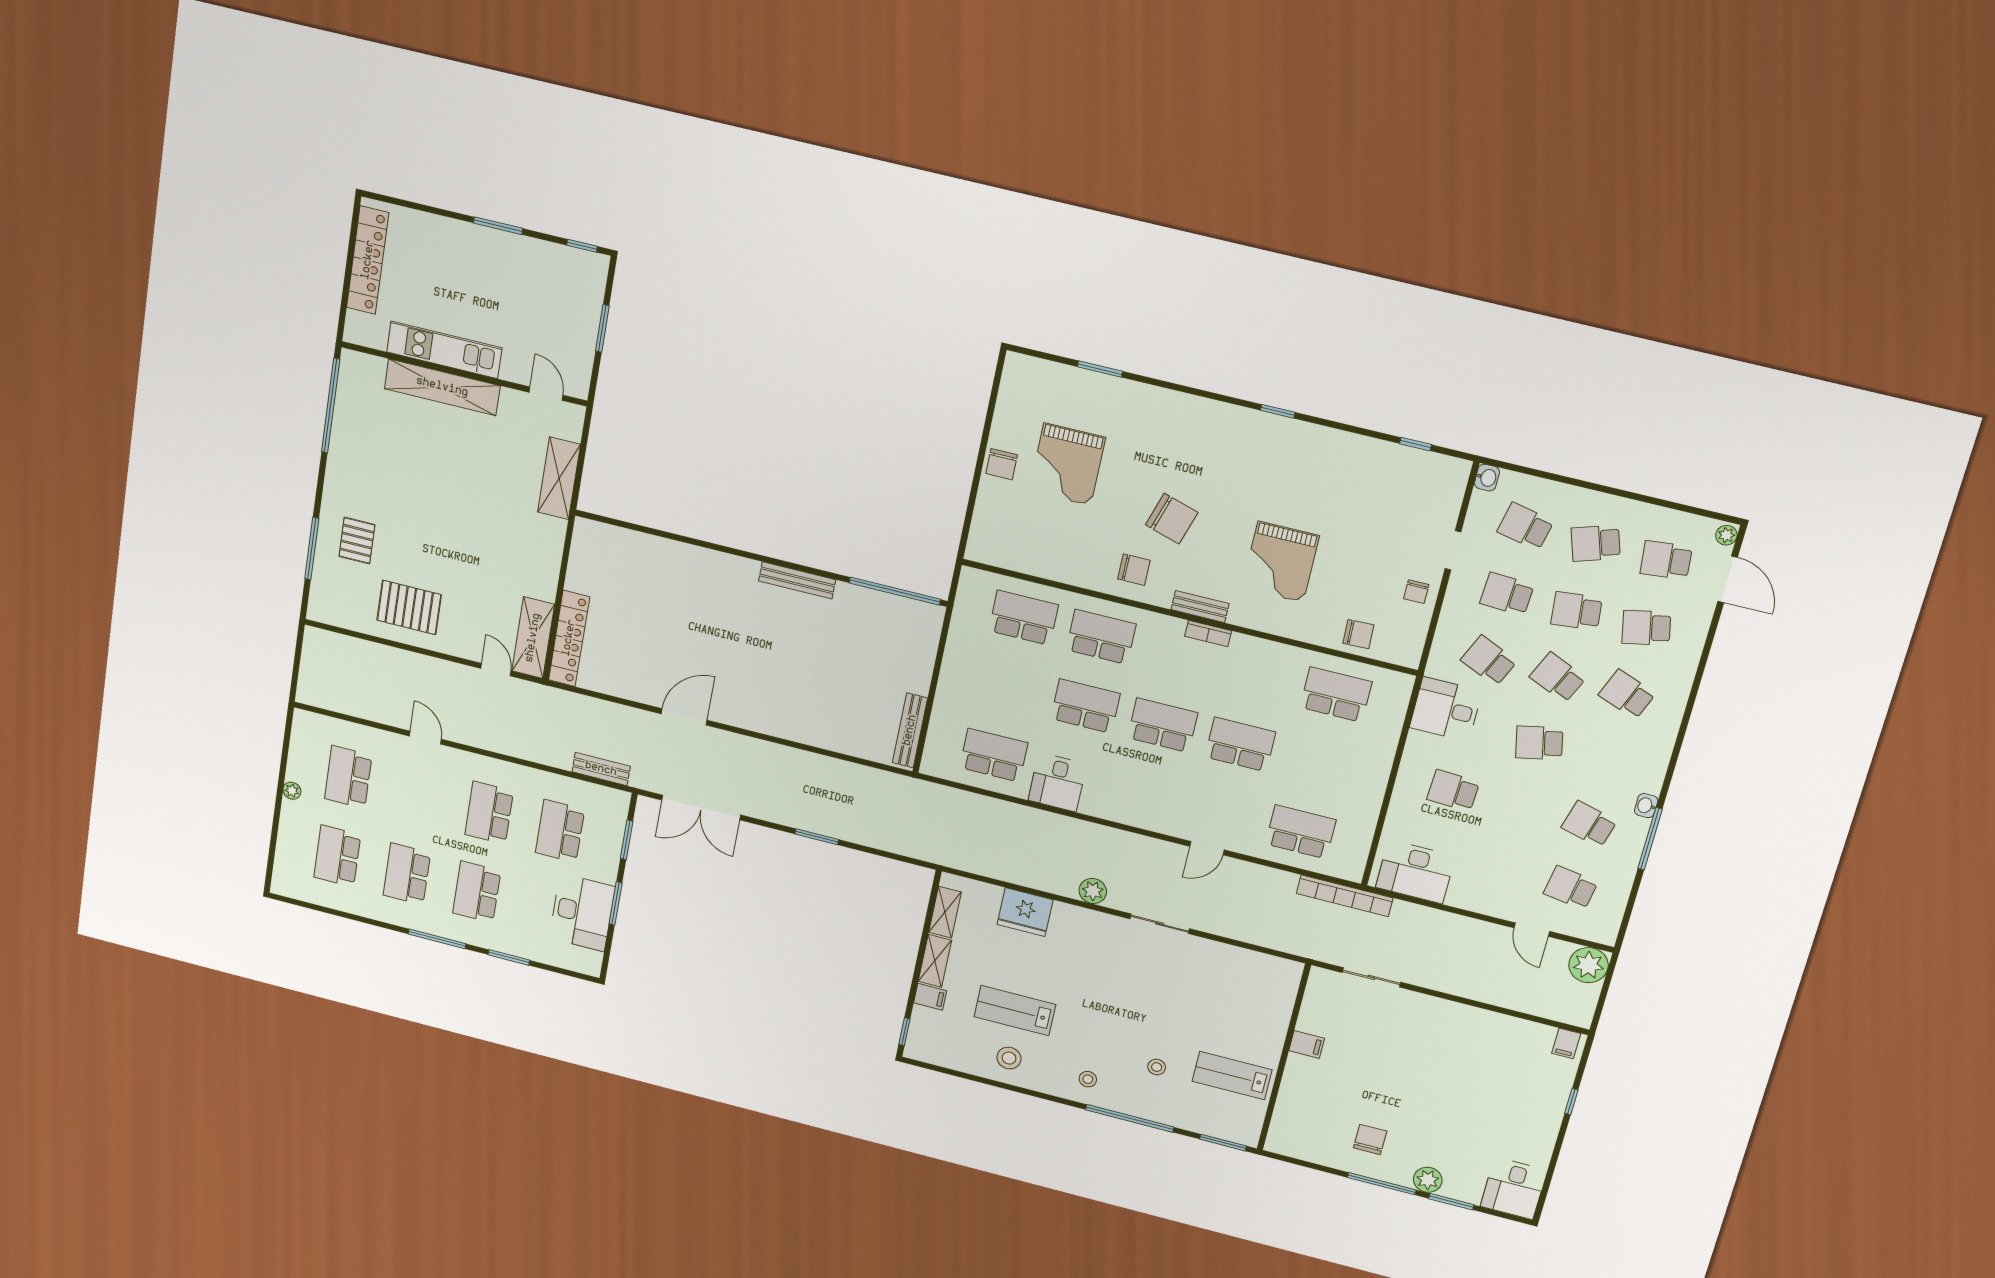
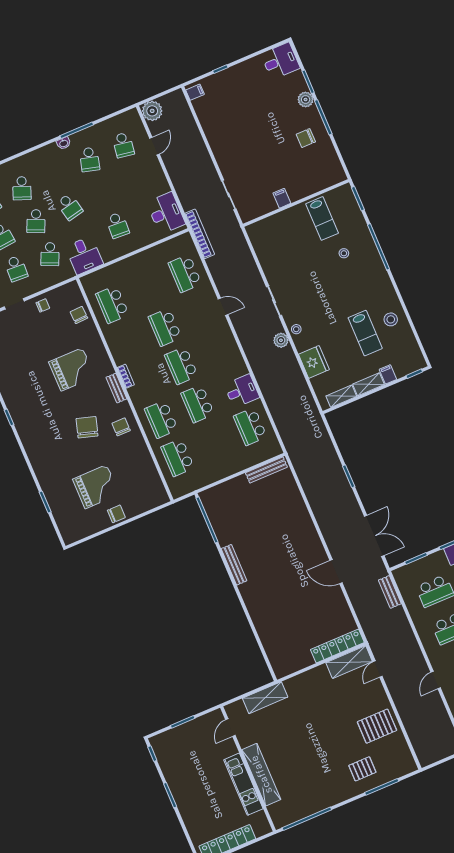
pallet: (409, 607) -> (377, 726), turned 90
stool: (1088, 1079) -> (296, 329), moved

